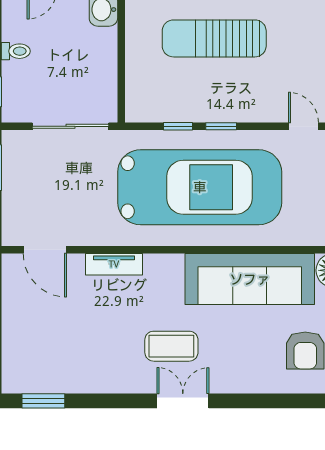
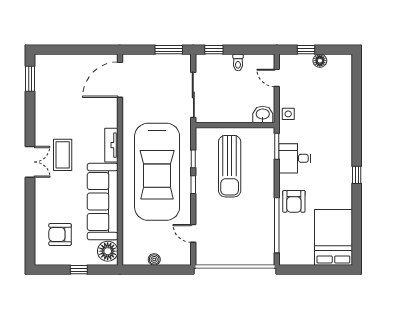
sun lounger: (214, 38) -> (230, 166), moved, turned 180
door: (303, 126) -> (193, 233), swing flipped
door: (45, 250) -> (120, 80), width x1.36
tv unit: (114, 264) -> (111, 145), moved

